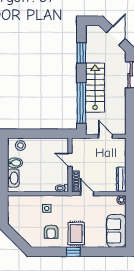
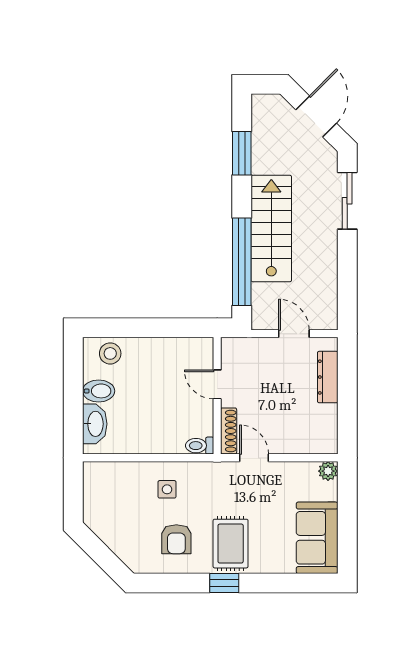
dresser: (121, 179) -> (328, 377), moved

